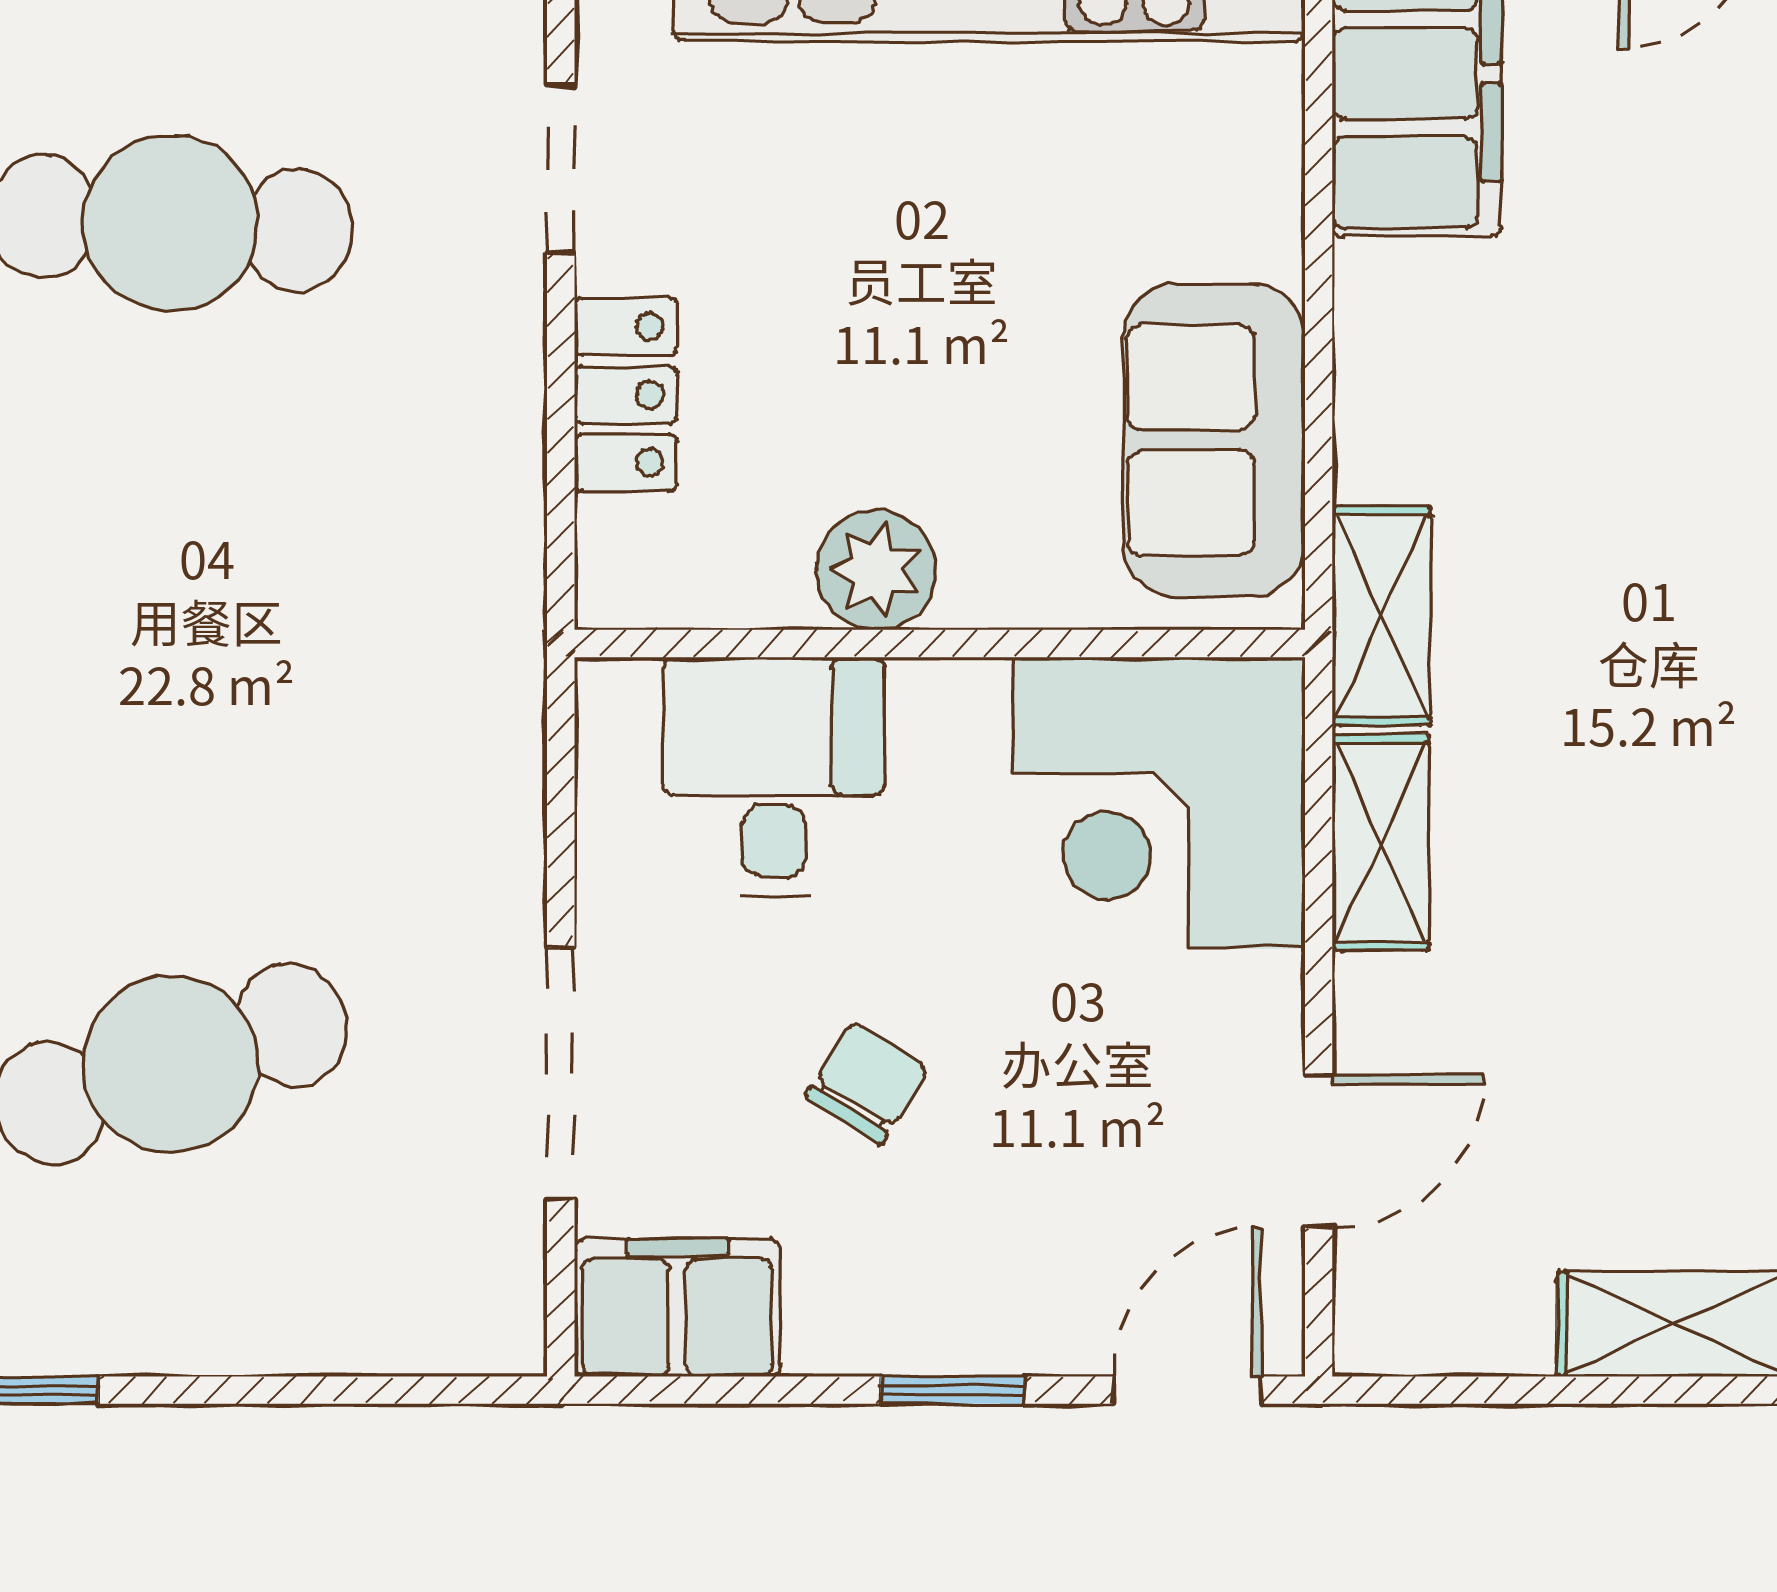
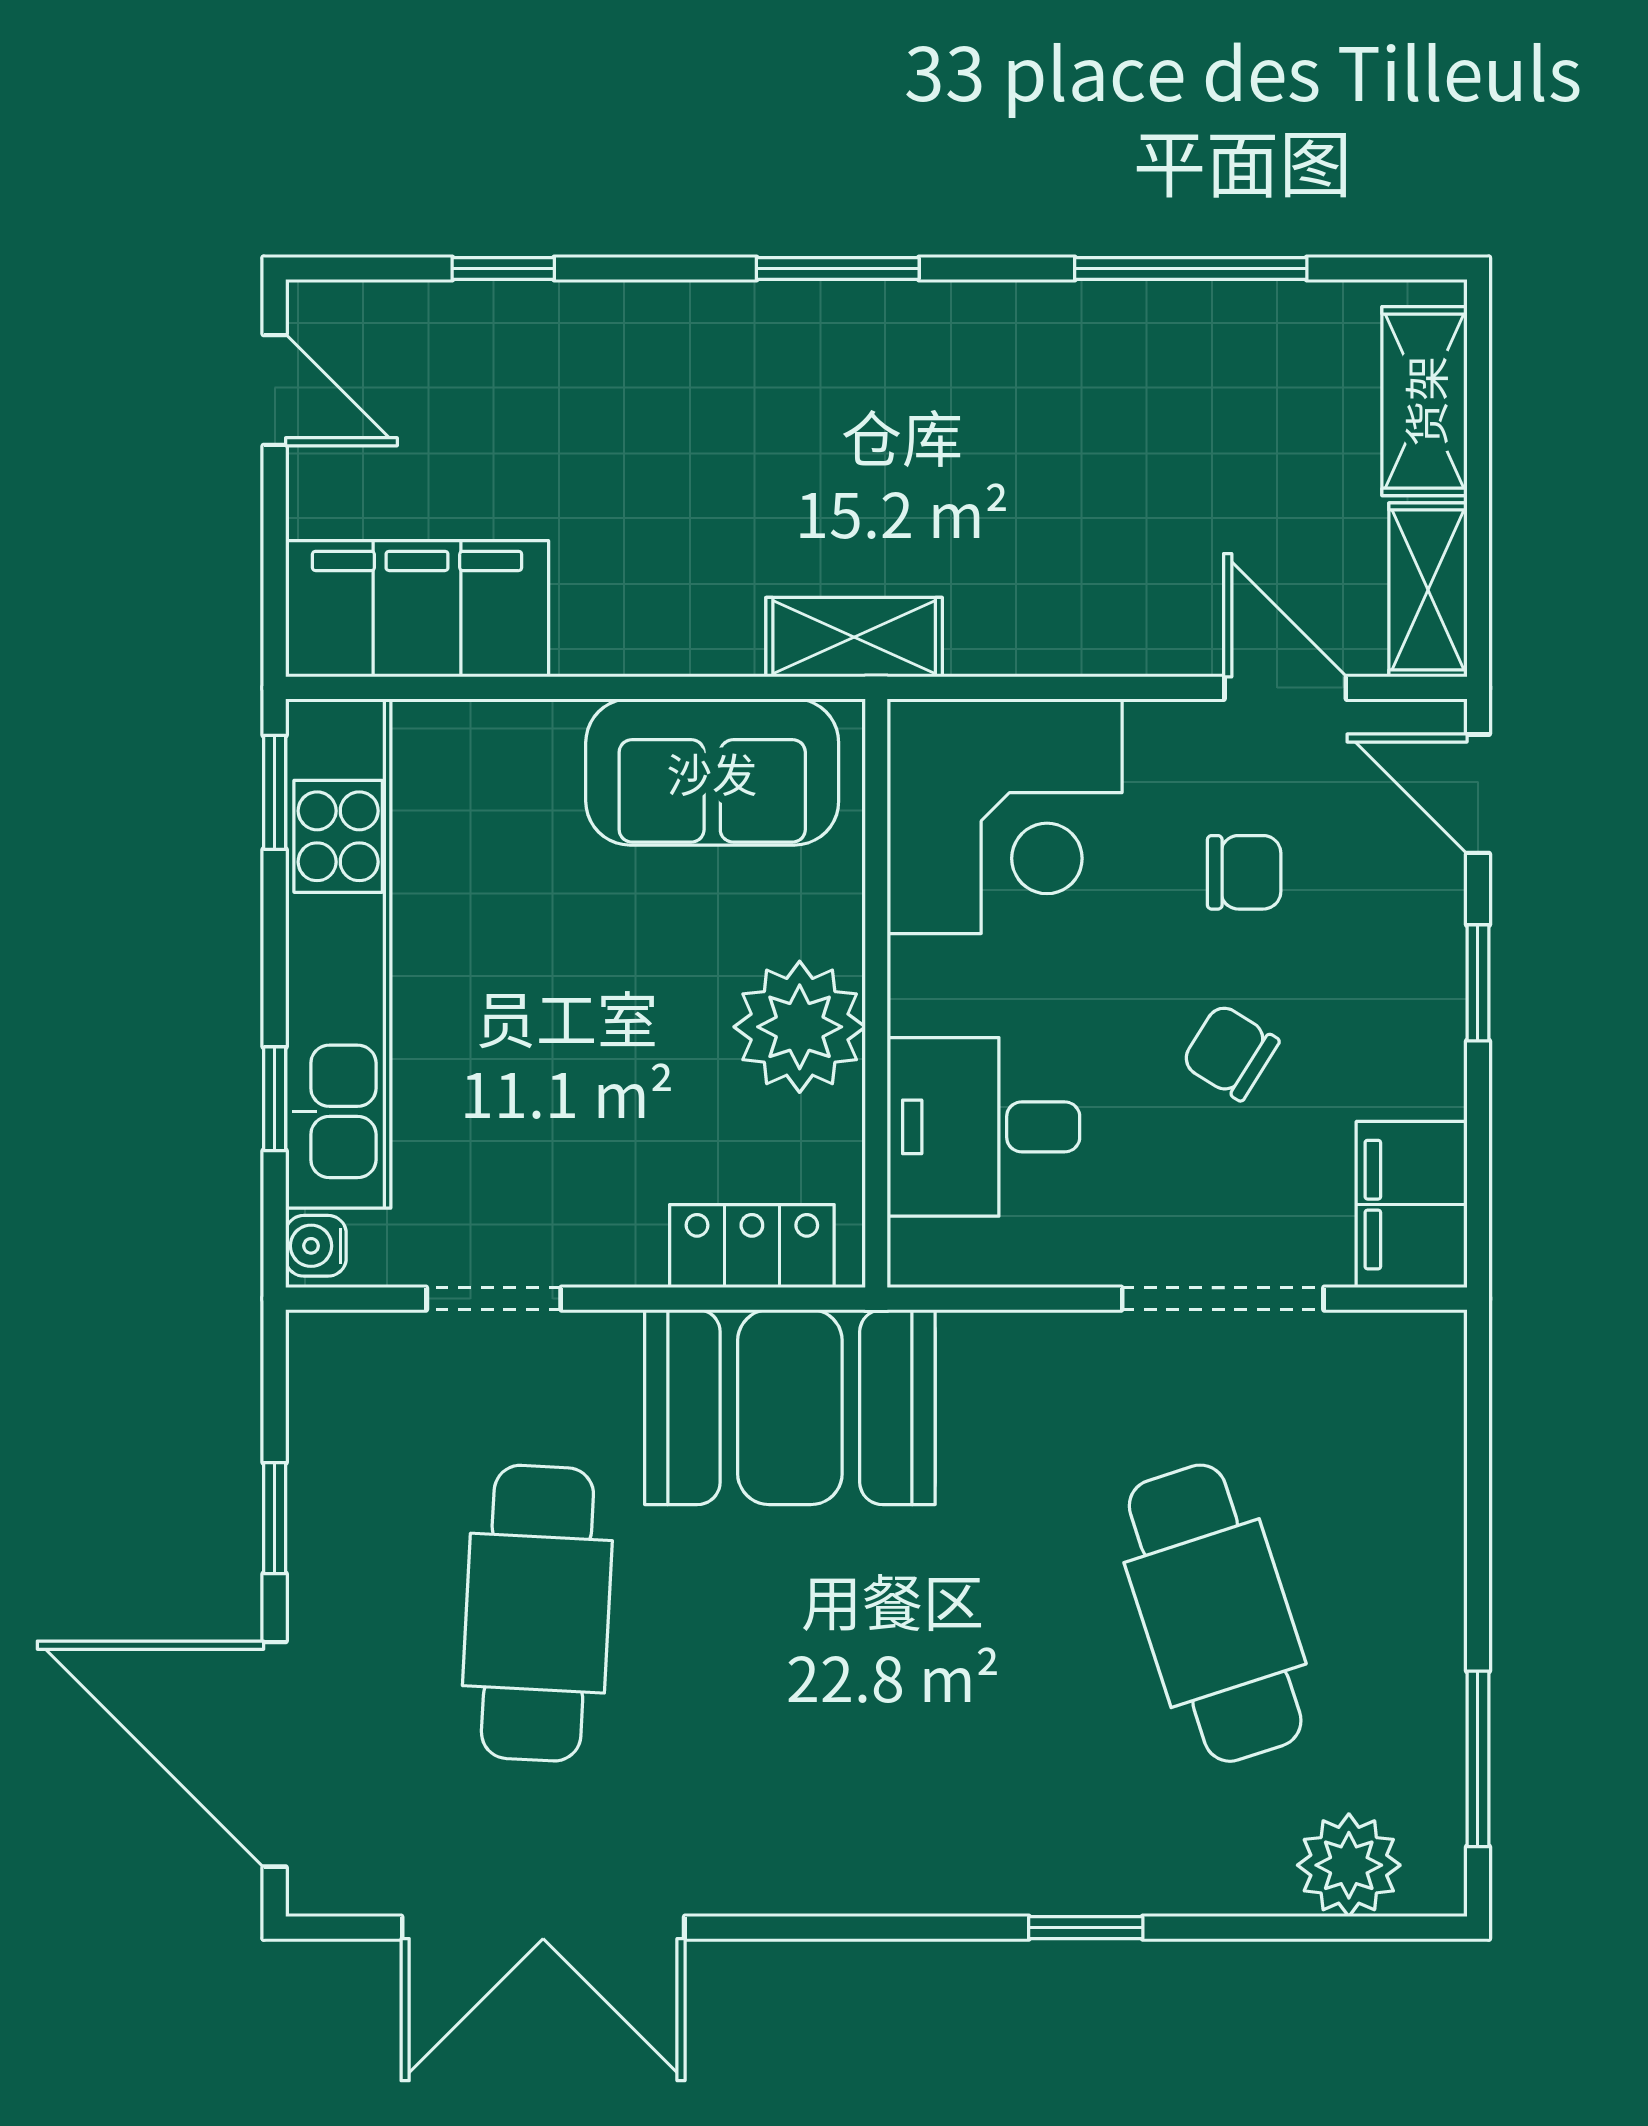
locker: (626, 395) -> (752, 1246), moved
booth: (426, 536) -> (790, 1407), added
plant: (876, 570) -> (800, 1027), width x1.36, depth x1.36
shelving: (1381, 842) -> (1428, 590), moved, turned 90
chair: (1090, 1100) -> (1244, 872), added

